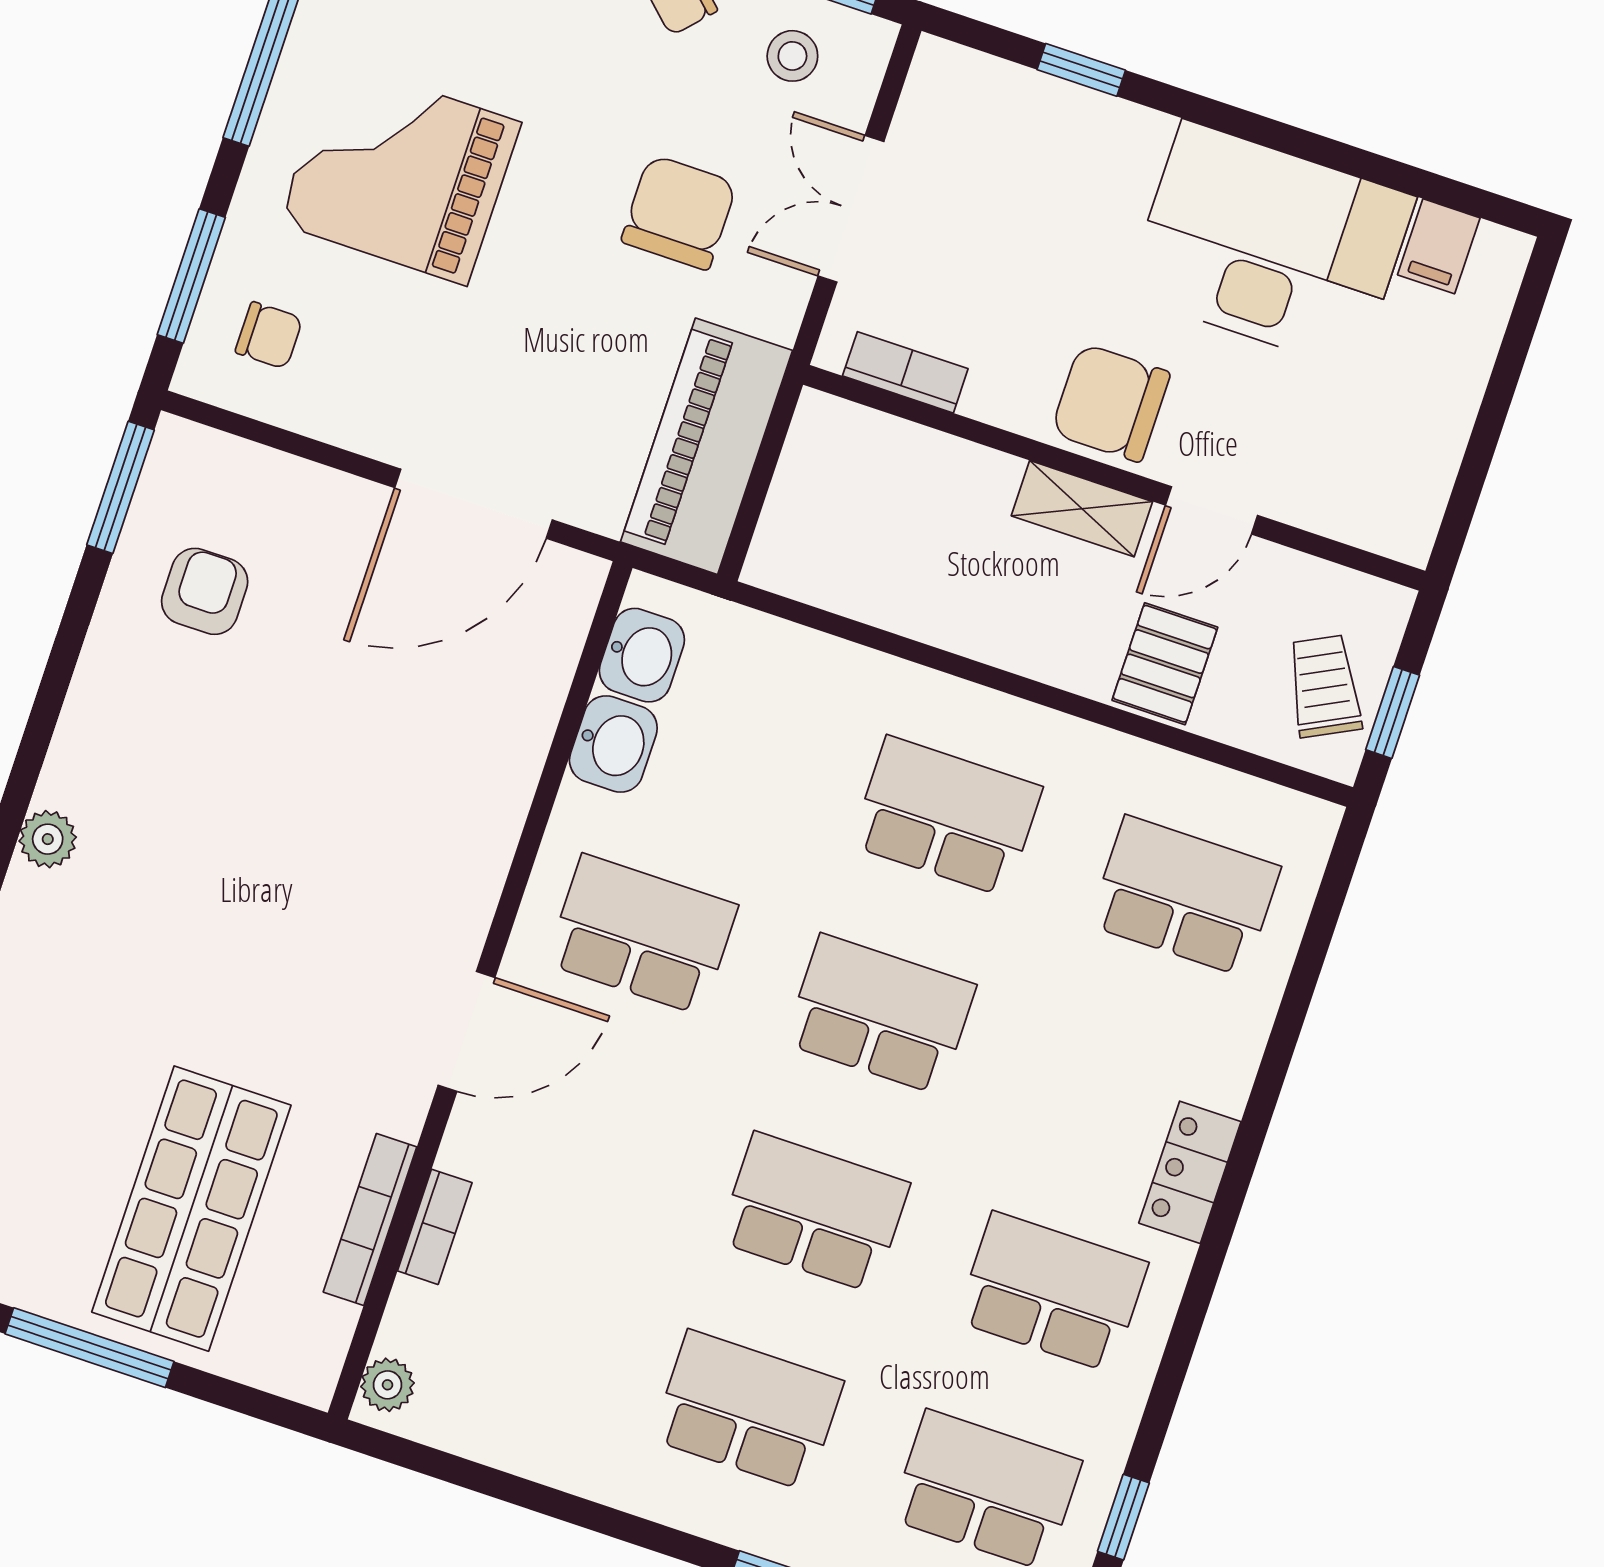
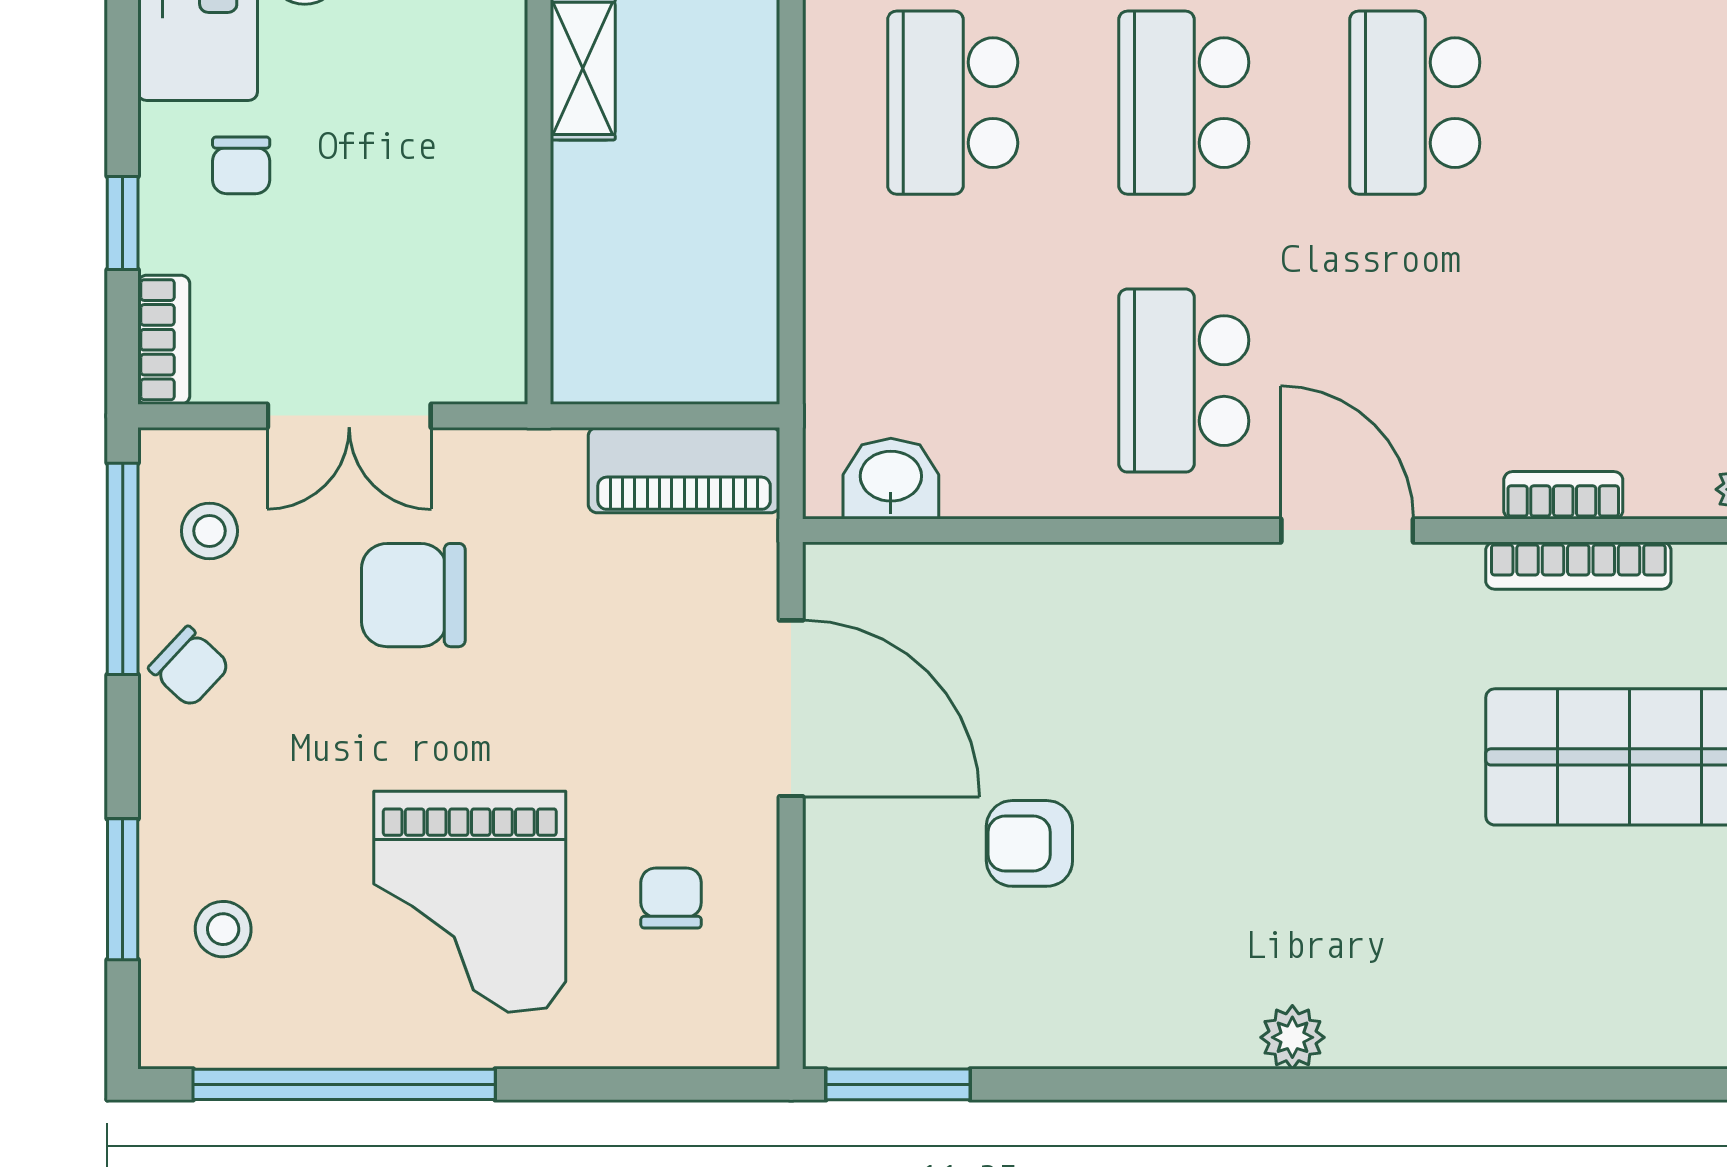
window: (191, 276) -> (651, 1084), removed
chair: (269, 335) -> (671, 898), moved
bookcase: (905, 372) -> (164, 340), moved, turned 180
chair: (1111, 403) -> (241, 165), moved, width x0.54, depth x0.54
piano: (707, 446) -> (684, 470), width x0.73, depth x0.75
armchair: (205, 591) -> (1029, 843), moved
washbasin: (613, 744) -> (994, 477), removed
school desk: (748, 1410) -> (1646, 103), removed

